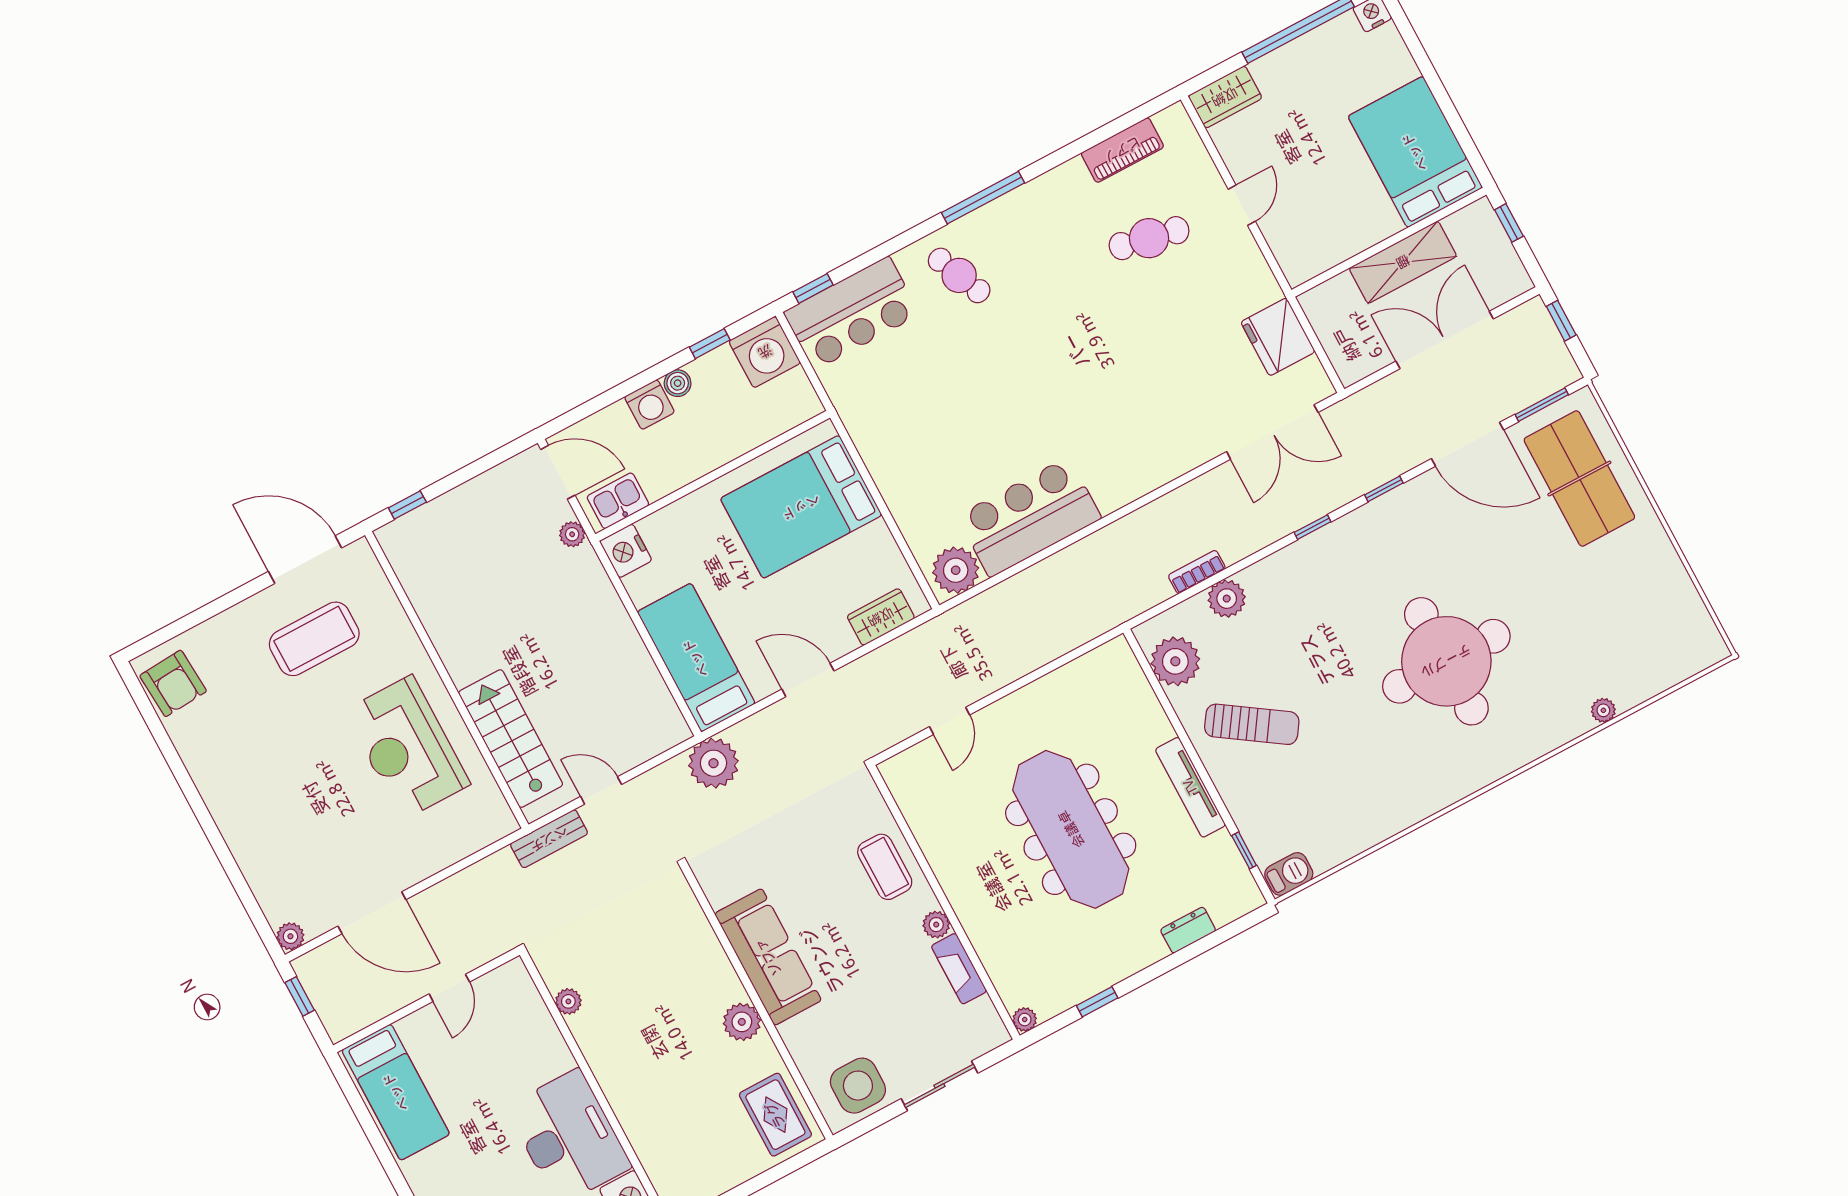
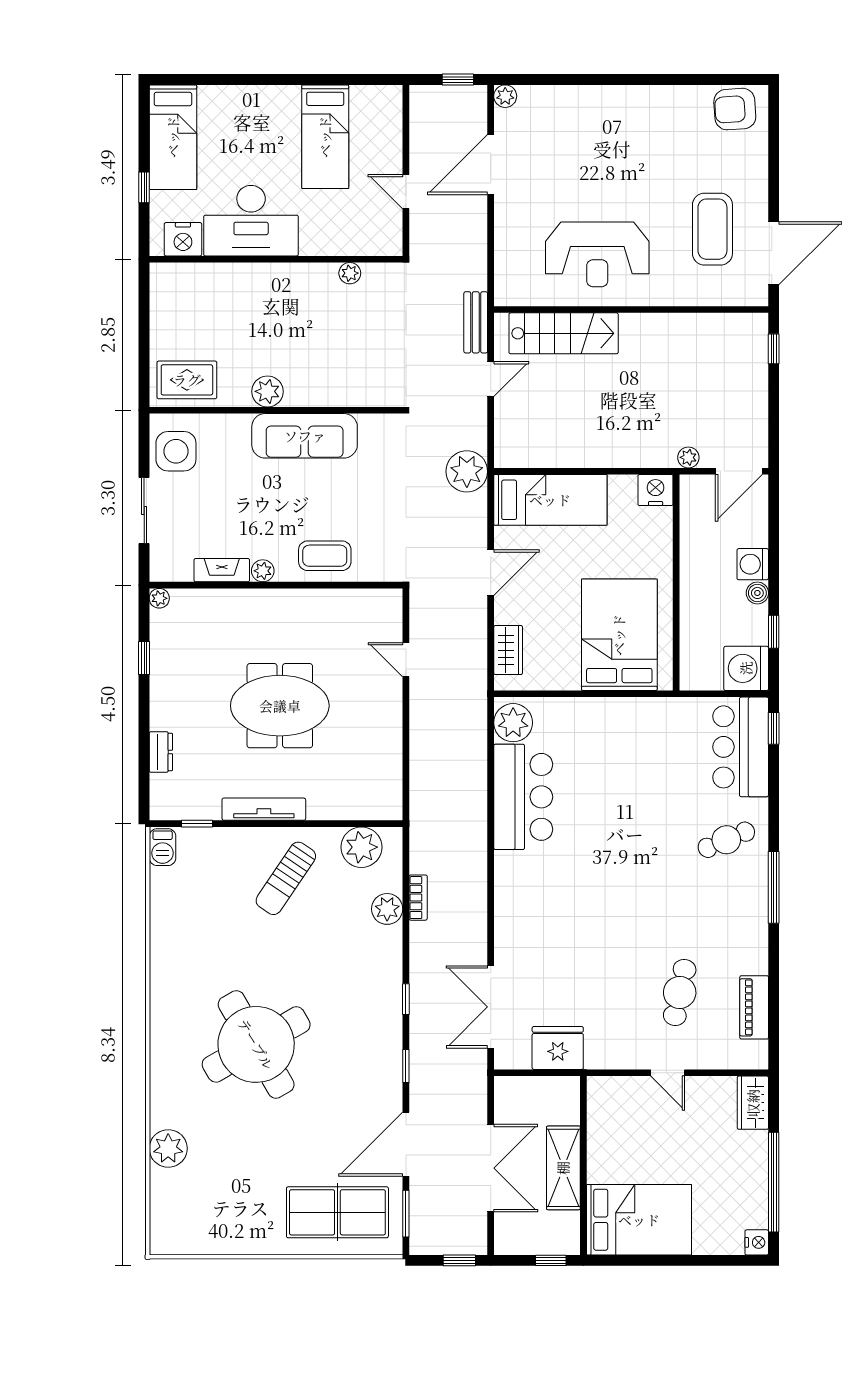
kitchen sink: (618, 501) -> (695, 504), removed
round table: (1446, 661) -> (256, 1044), turned -30
plant: (1603, 710) -> (168, 1148), width x1.88, depth x1.88
reception desk: (407, 748) -> (597, 254), turned 180
meeting table: (1071, 829) -> (280, 706), width x0.73
bed: (396, 1092) -> (325, 137), moved, turned -90

